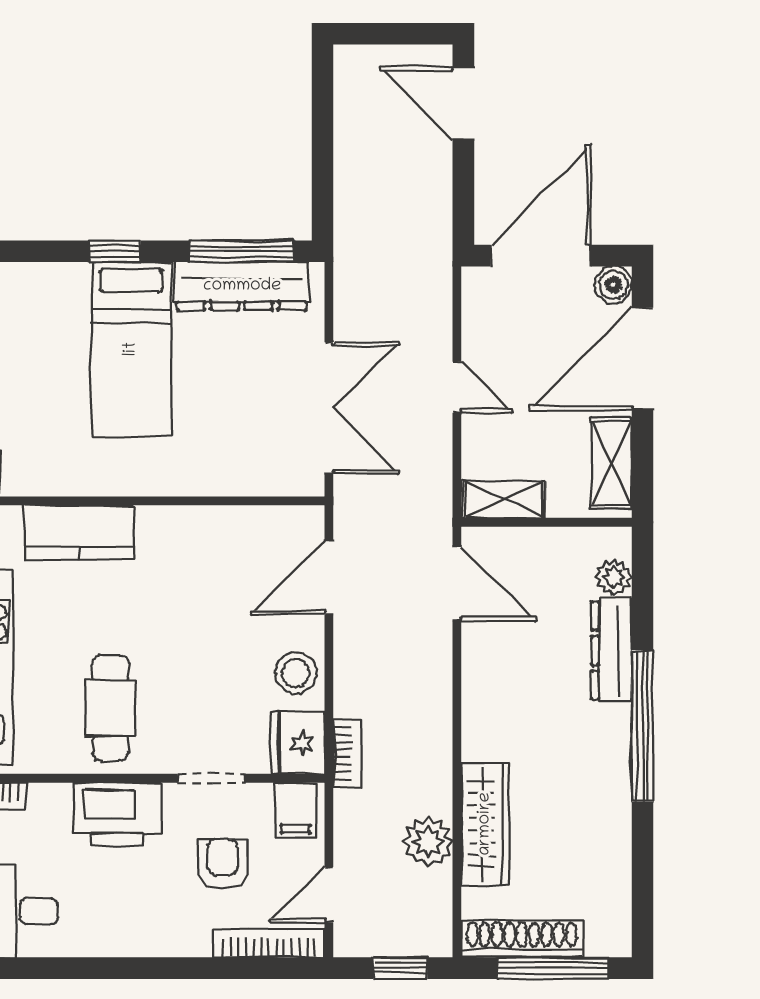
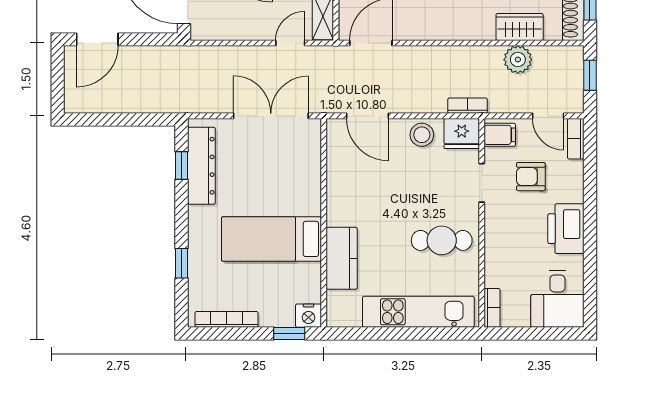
window: (115, 251) -> (182, 263), moved
window: (242, 251) -> (182, 166), width x0.46
bed: (131, 349) -> (272, 239), moved, turned 180
door: (457, 387) -> (290, 43), moved
printer: (117, 814) -> (566, 229), moved, turned 180
wardrobe: (485, 824) -> (520, 27), width x0.67
bookcase: (269, 943) -> (576, 139), width x0.64

